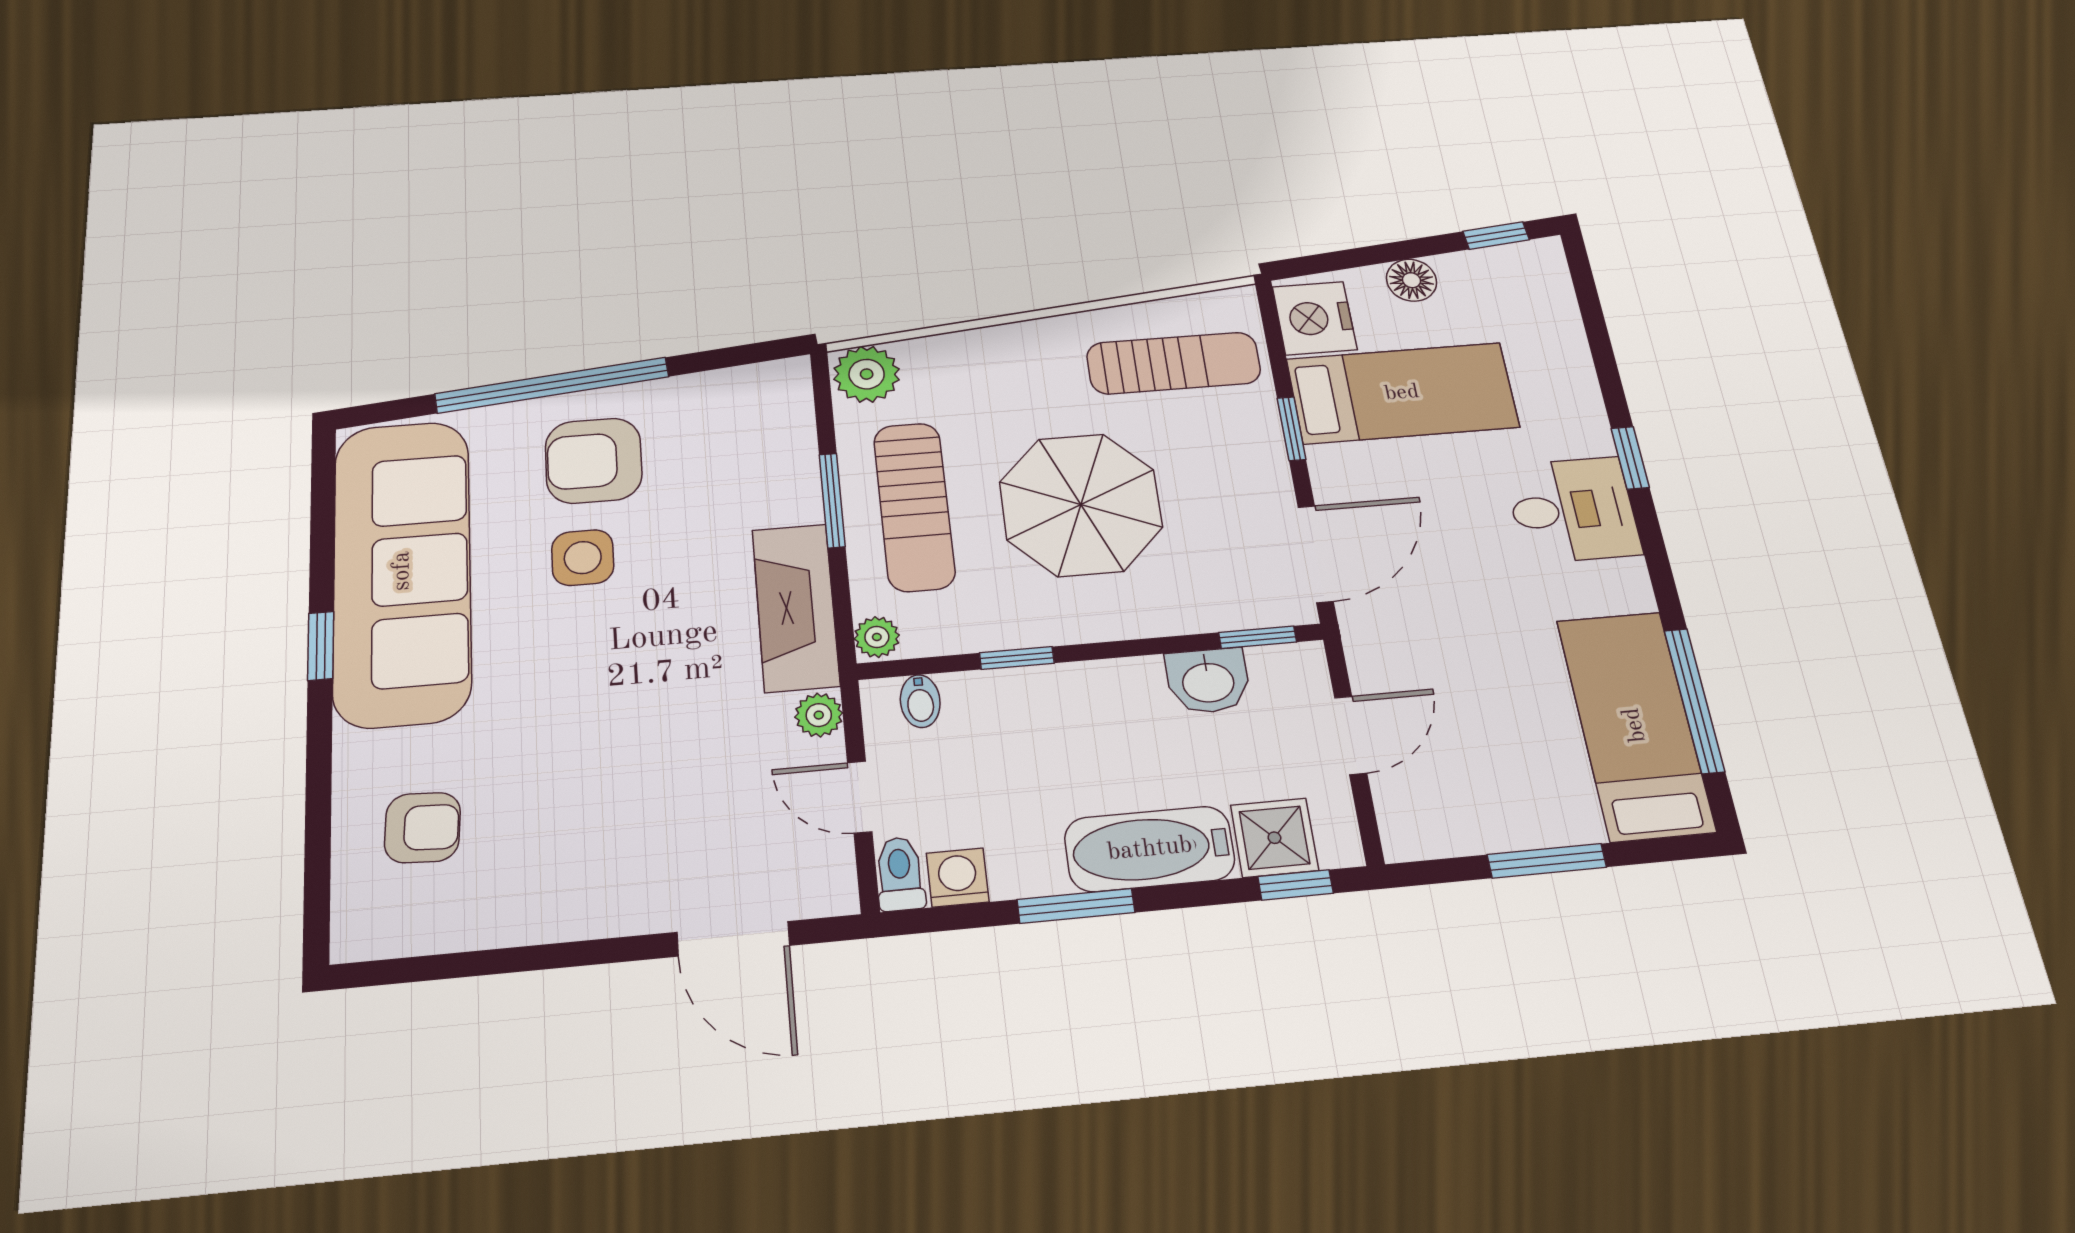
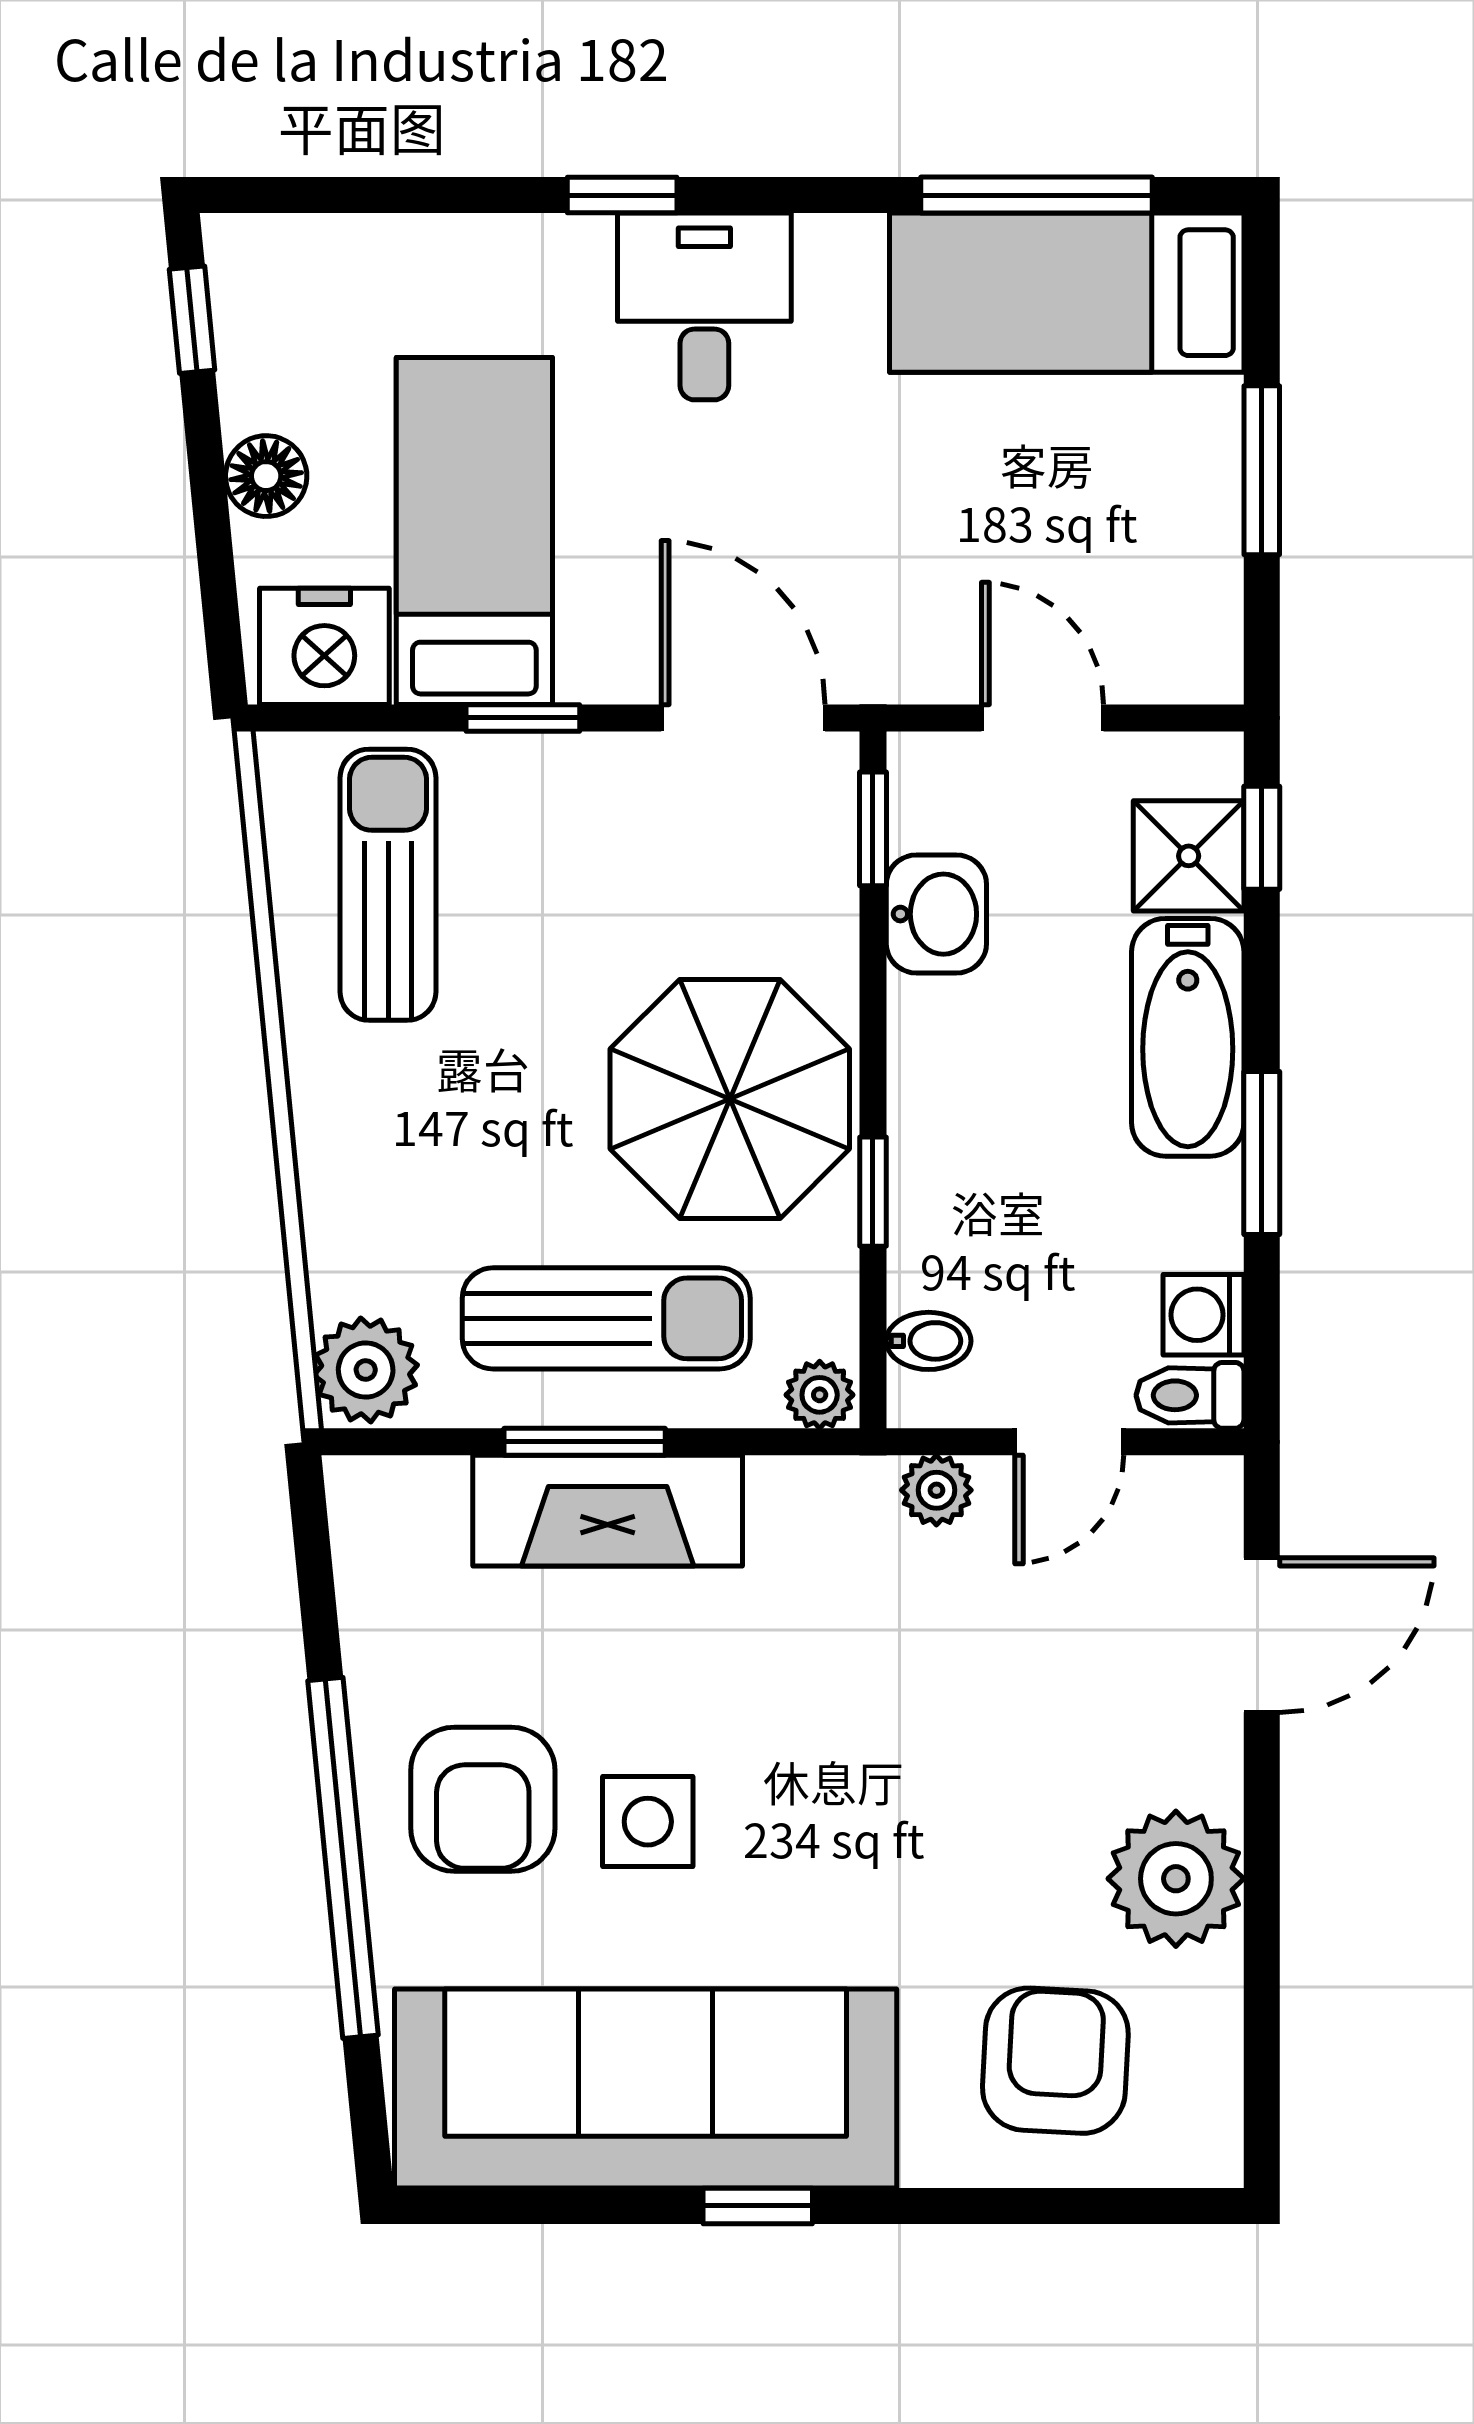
parasol: (1081, 505) -> (730, 1099), moved
fireplace: (796, 607) -> (608, 1511), moved
armchair: (422, 828) -> (1055, 2061), width x1.38, depth x1.38
plant: (555, 897) -> (1176, 1879), added

